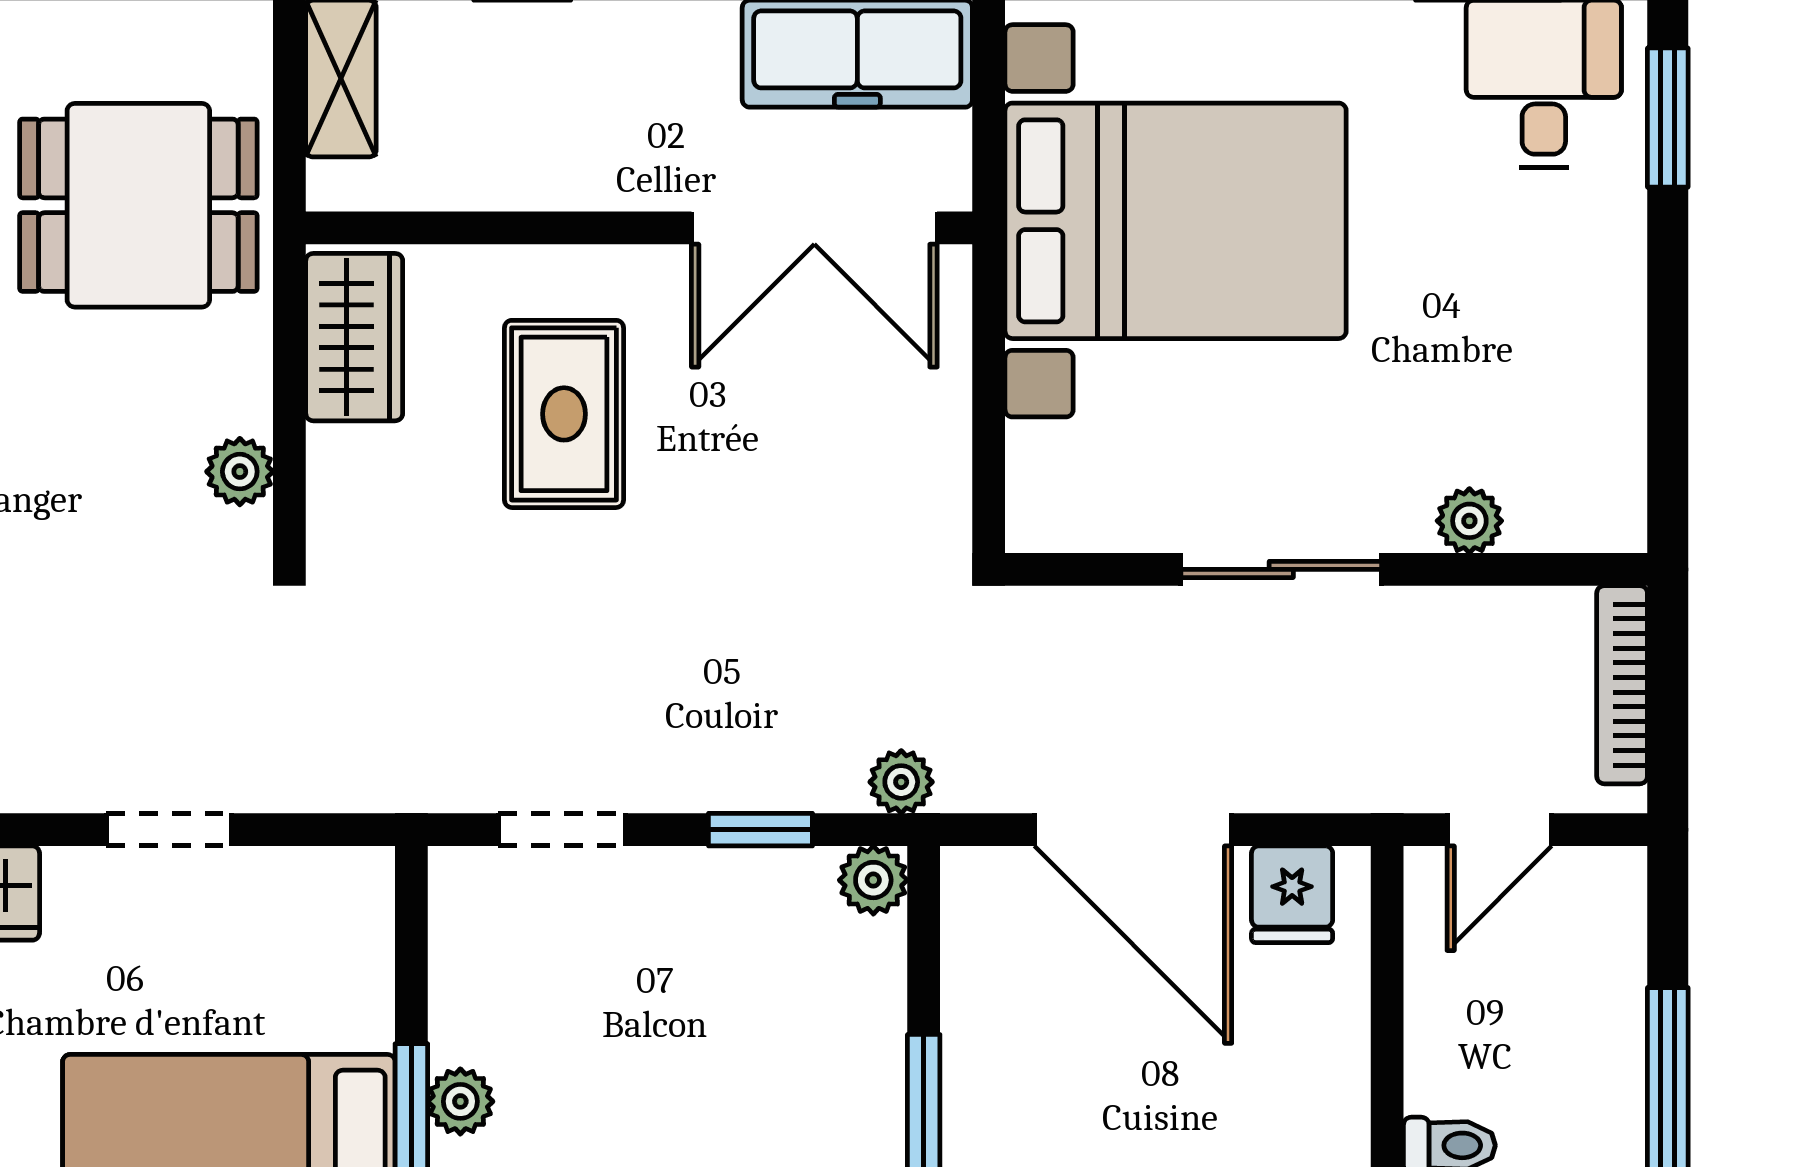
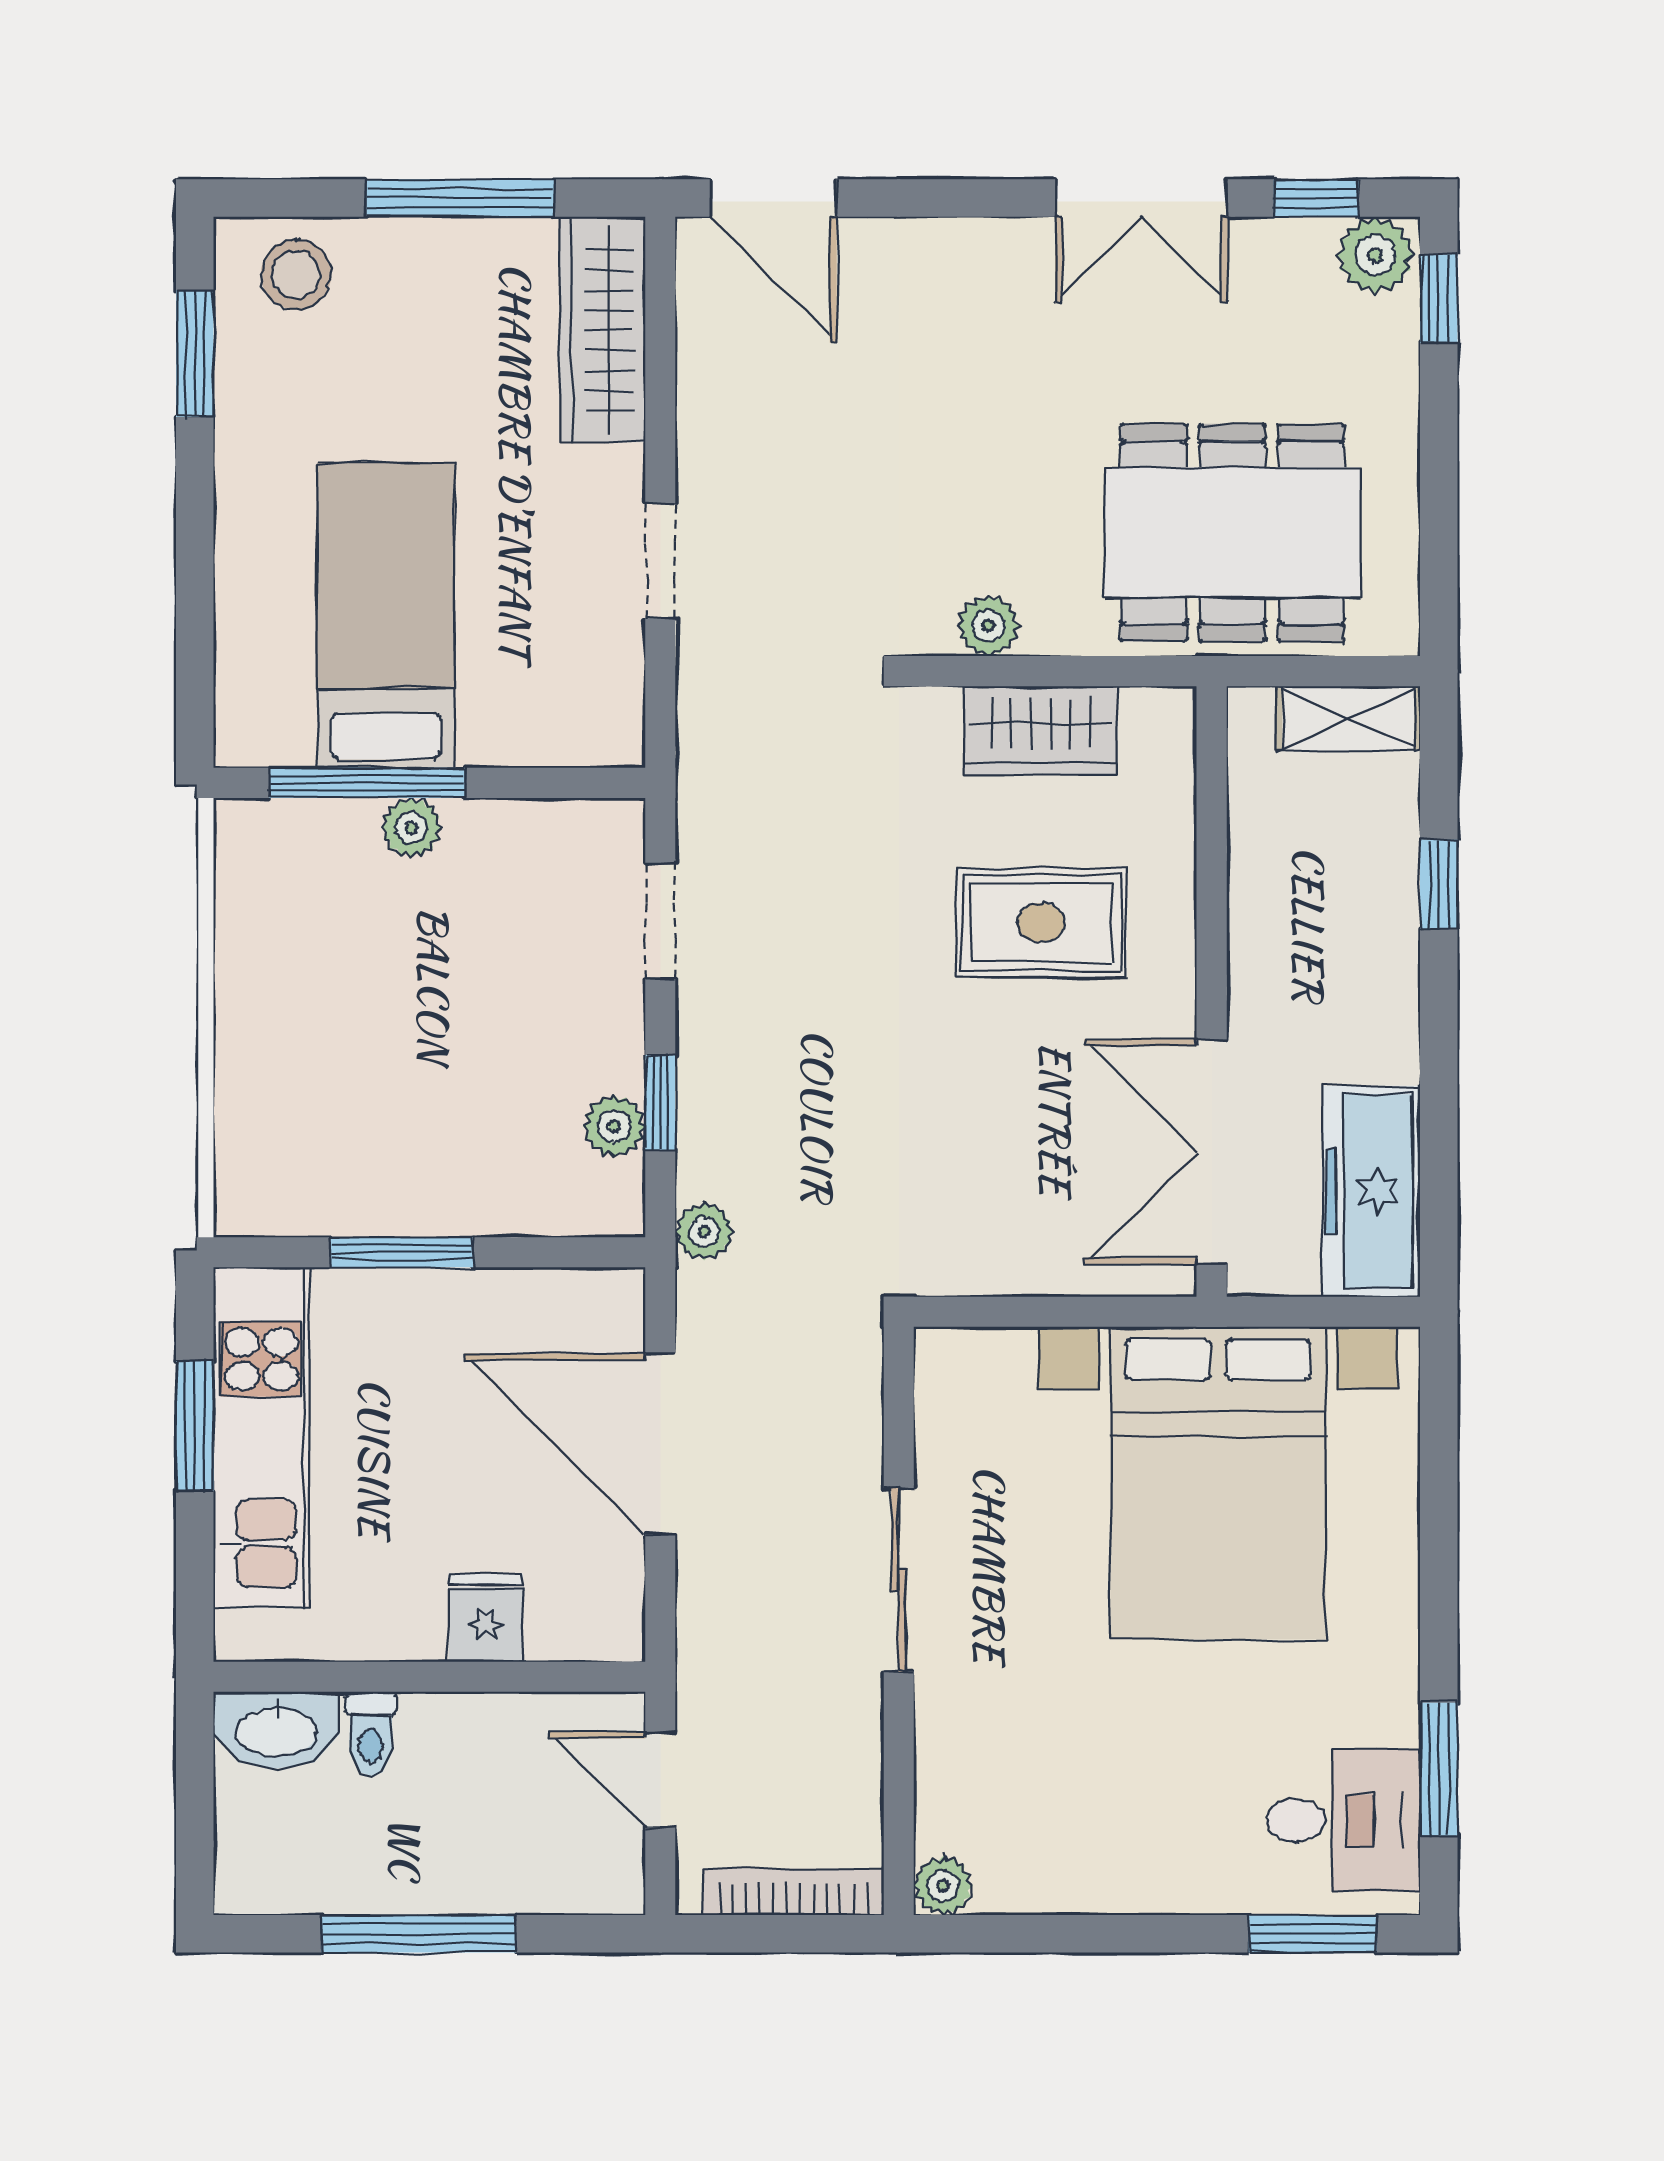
dining table: (138, 205) -> (1232, 533), width x1.38
wardrobe: (354, 337) -> (1041, 730), moved
plant: (1469, 521) -> (943, 1886), moved
door: (1133, 830) -> (660, 1444), hinge flipped
plant: (873, 880) -> (614, 1126), moved
fridge: (1292, 894) -> (486, 1618), moved, turned 90

